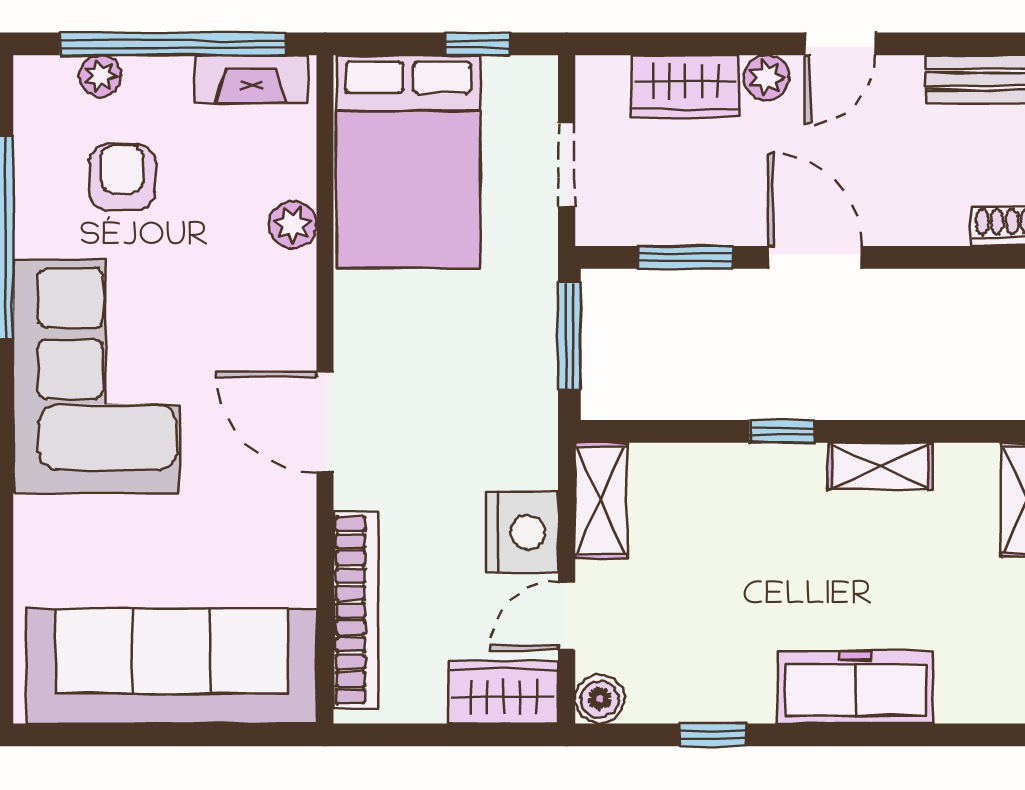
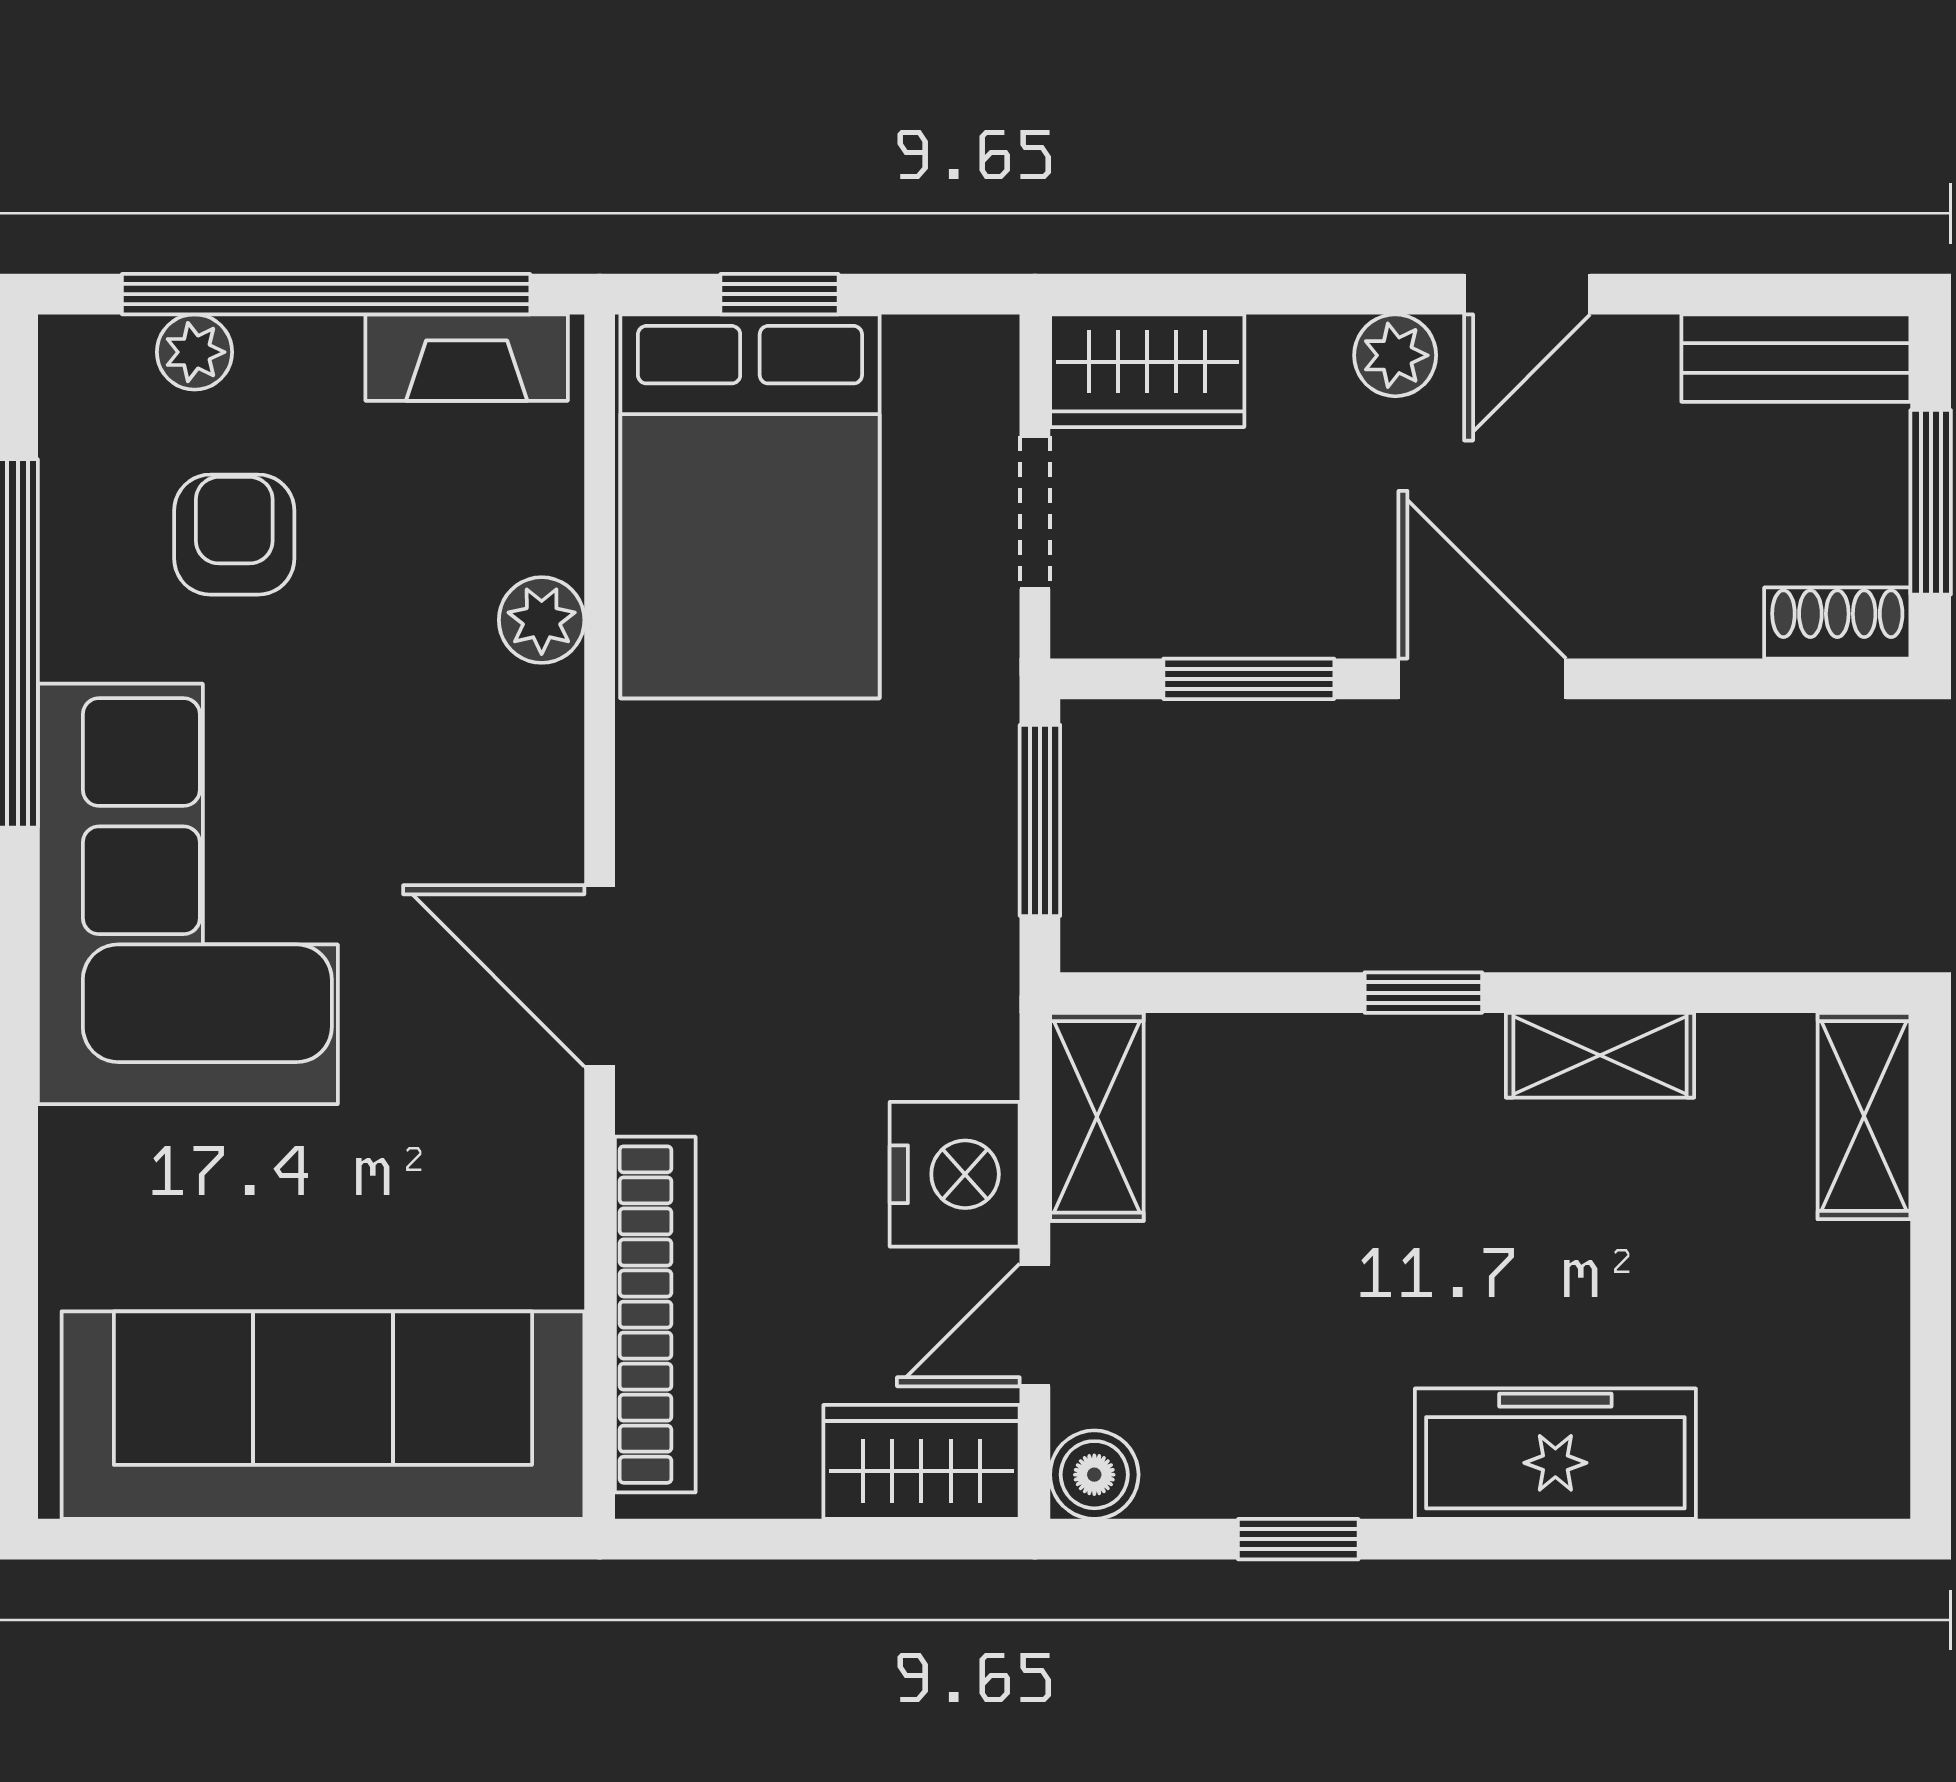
window: (478, 44) -> (779, 294), moved
wardrobe: (685, 86) -> (1147, 371), moved

